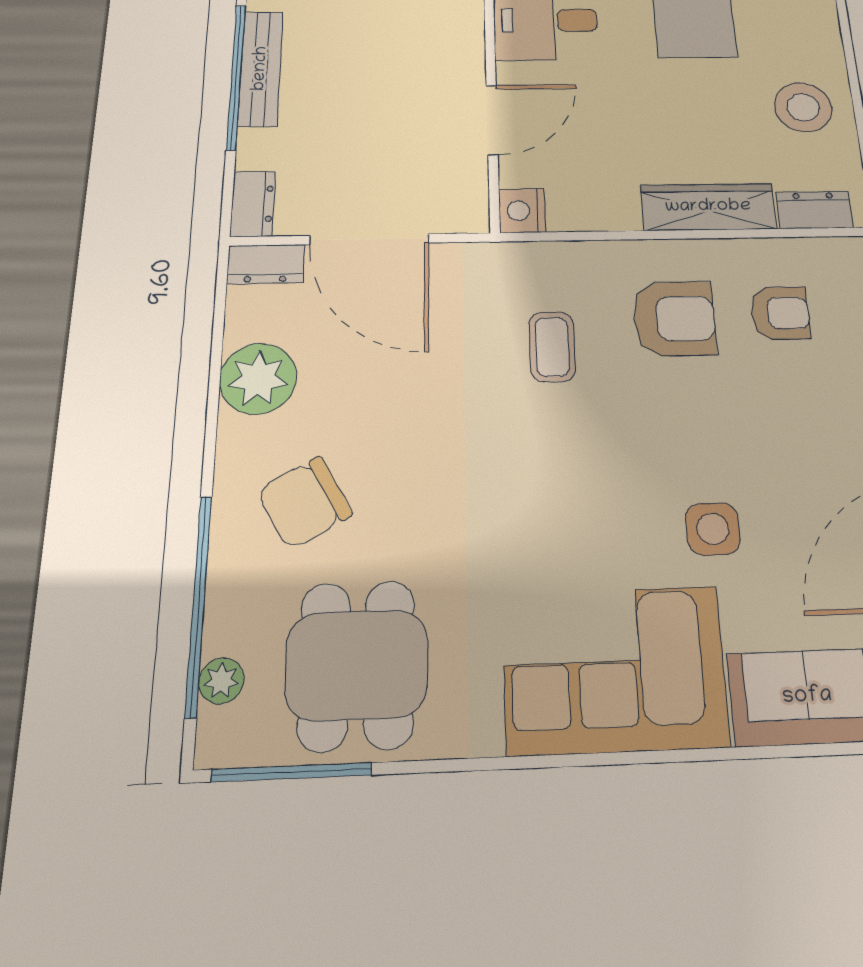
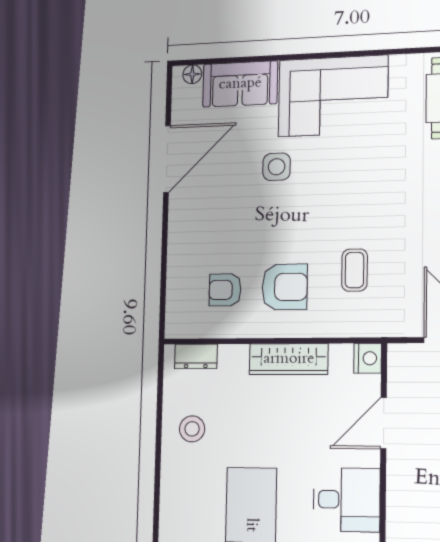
stool: (803, 107) -> (192, 429), width x0.73, depth x0.73
wardrobe: (708, 207) -> (289, 359), moved
armchair: (674, 319) -> (285, 287), turned 180

